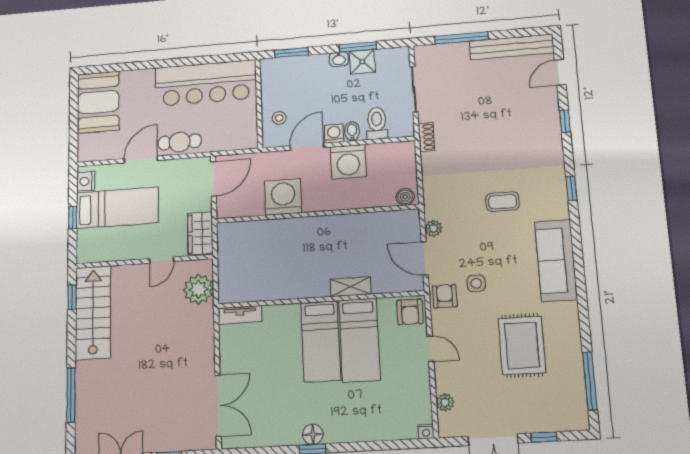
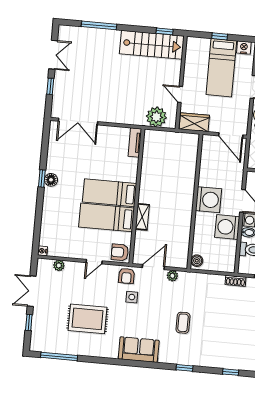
washing machine: (283, 197) -> (209, 200), moved
sofa: (556, 260) -> (139, 350), width x0.73
armchair: (445, 296) -> (127, 276), turned 90

